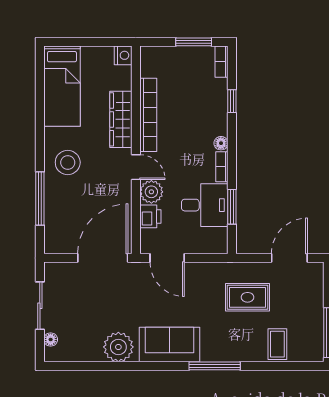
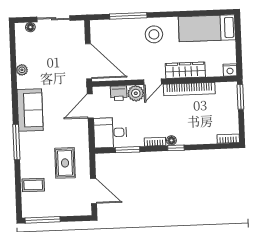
window: (194, 42) -> (240, 97), moved
window: (232, 101) -> (176, 148), moved
desk: (205, 205) -> (110, 133), moved, turned 90
plant: (118, 347) -> (22, 70), width x0.53, depth x0.53

